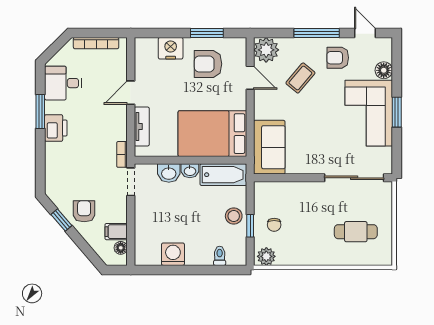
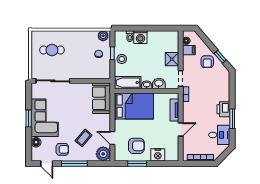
shower: (146, 216) -> (172, 59), added
washing machine: (173, 254) -> (140, 37), moved

